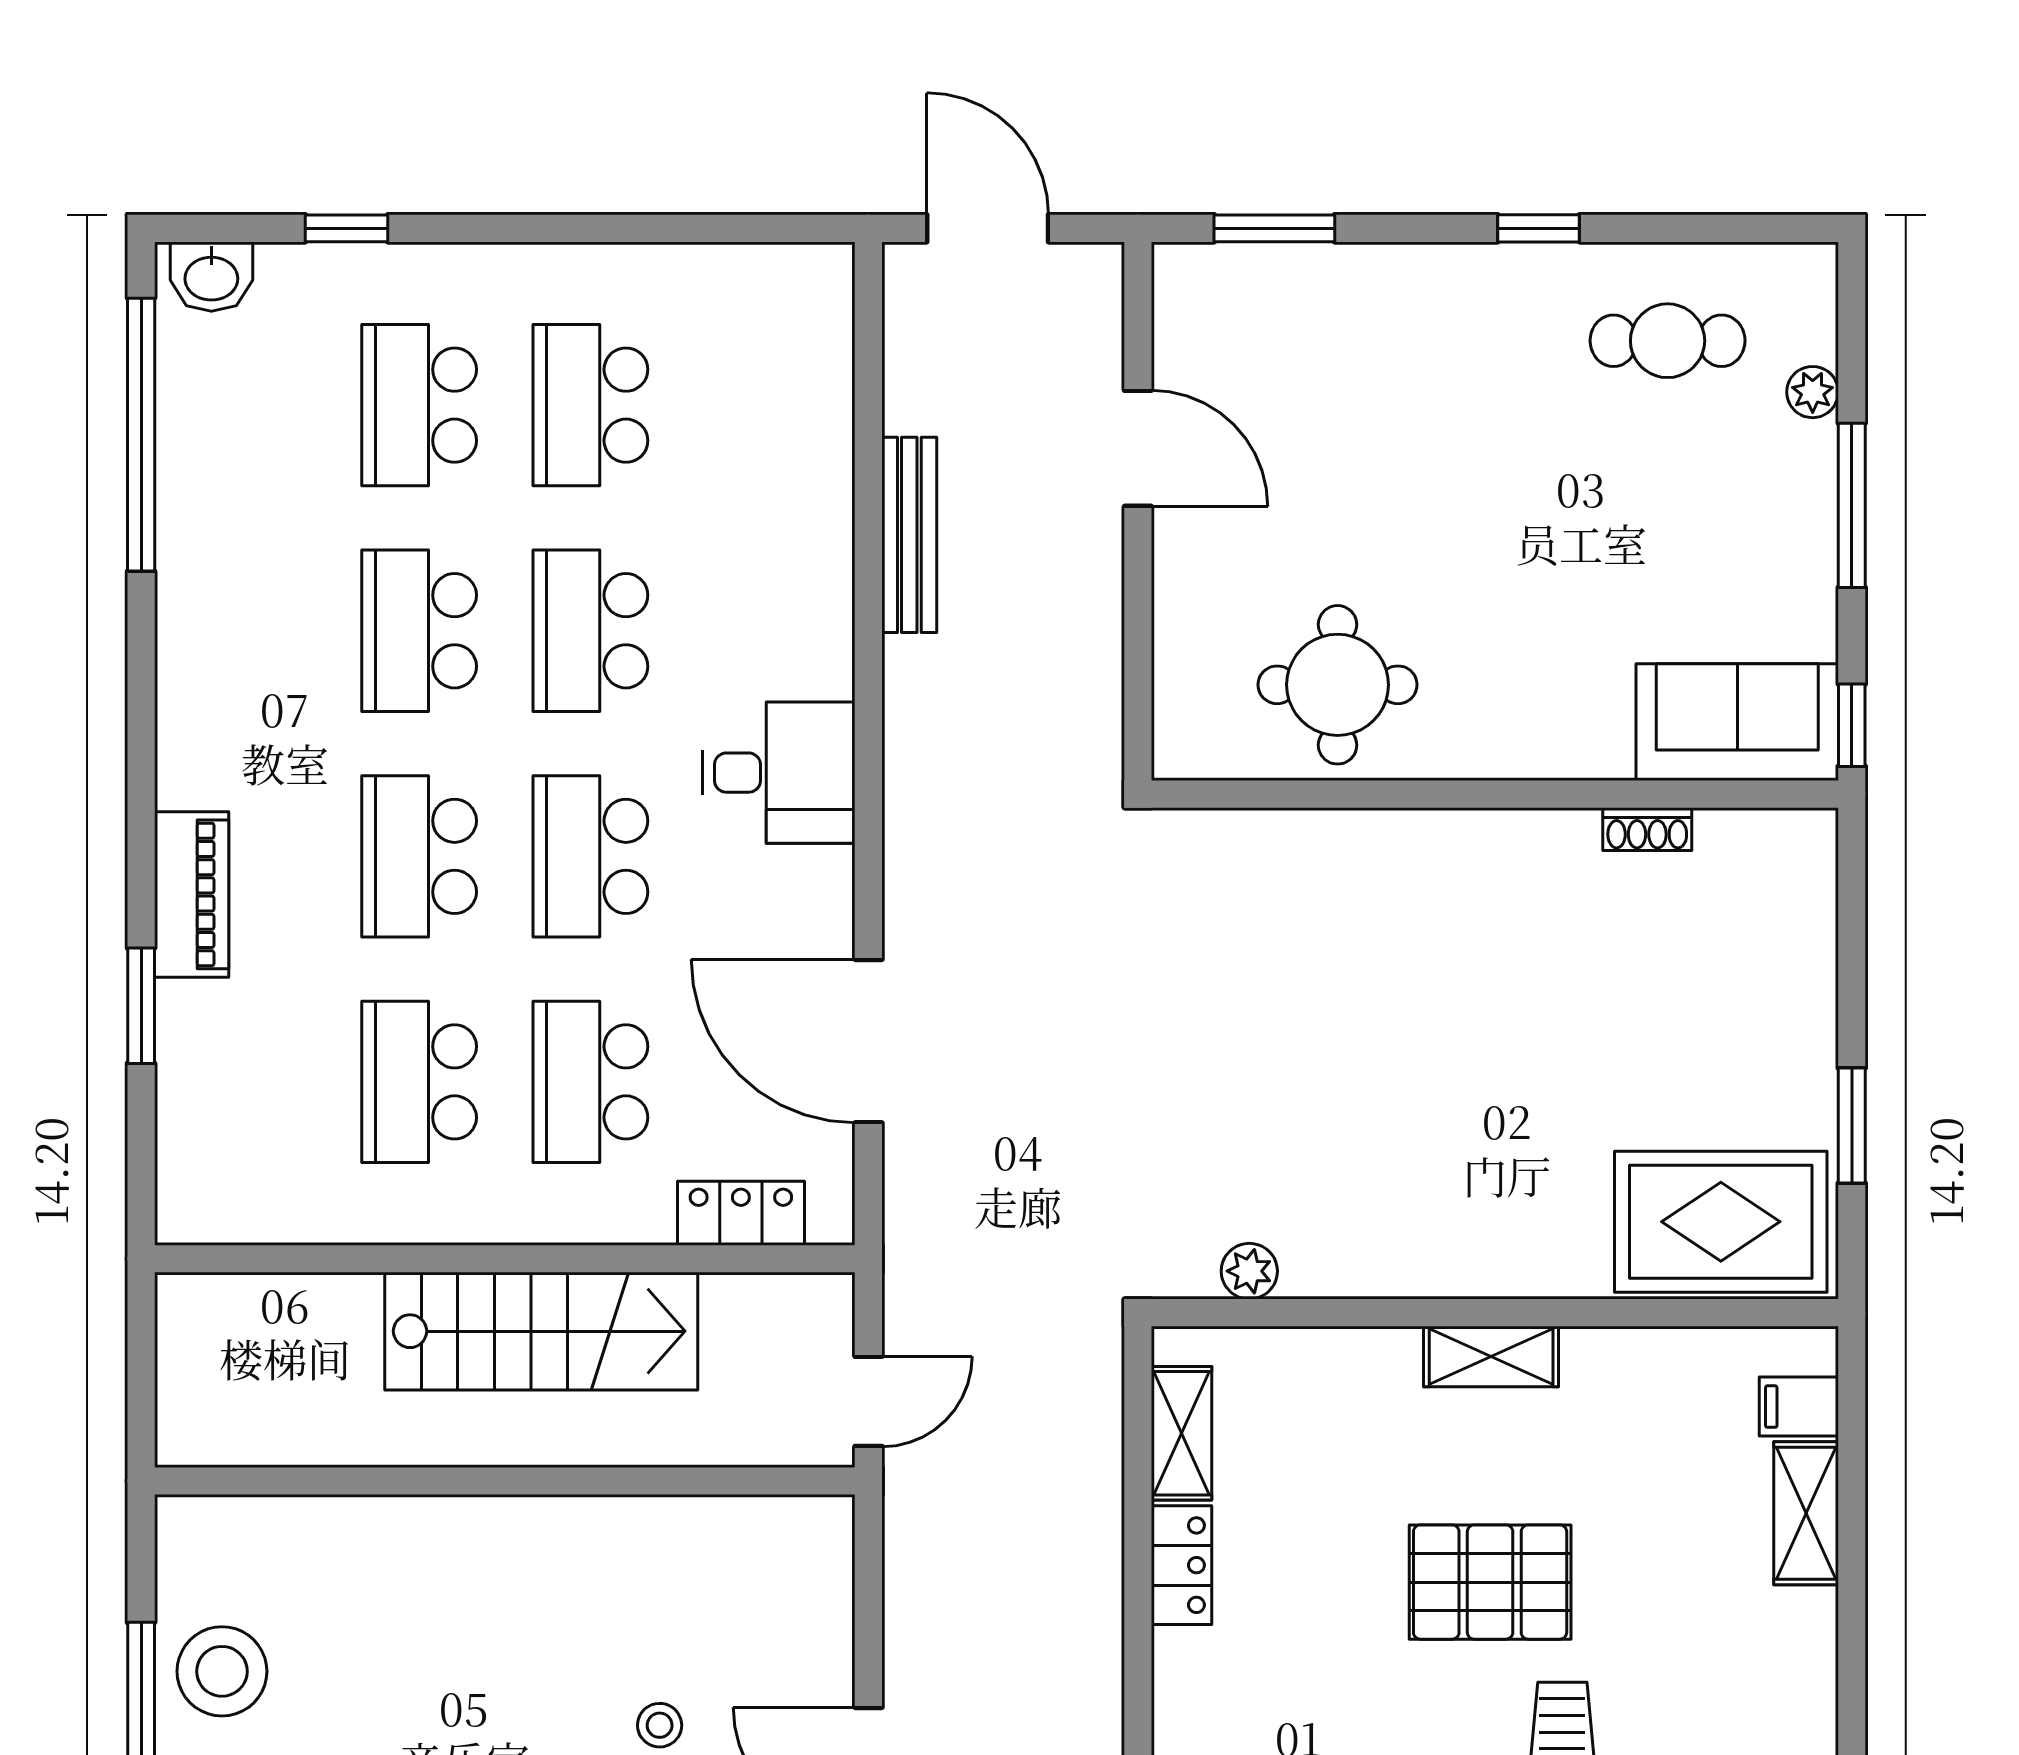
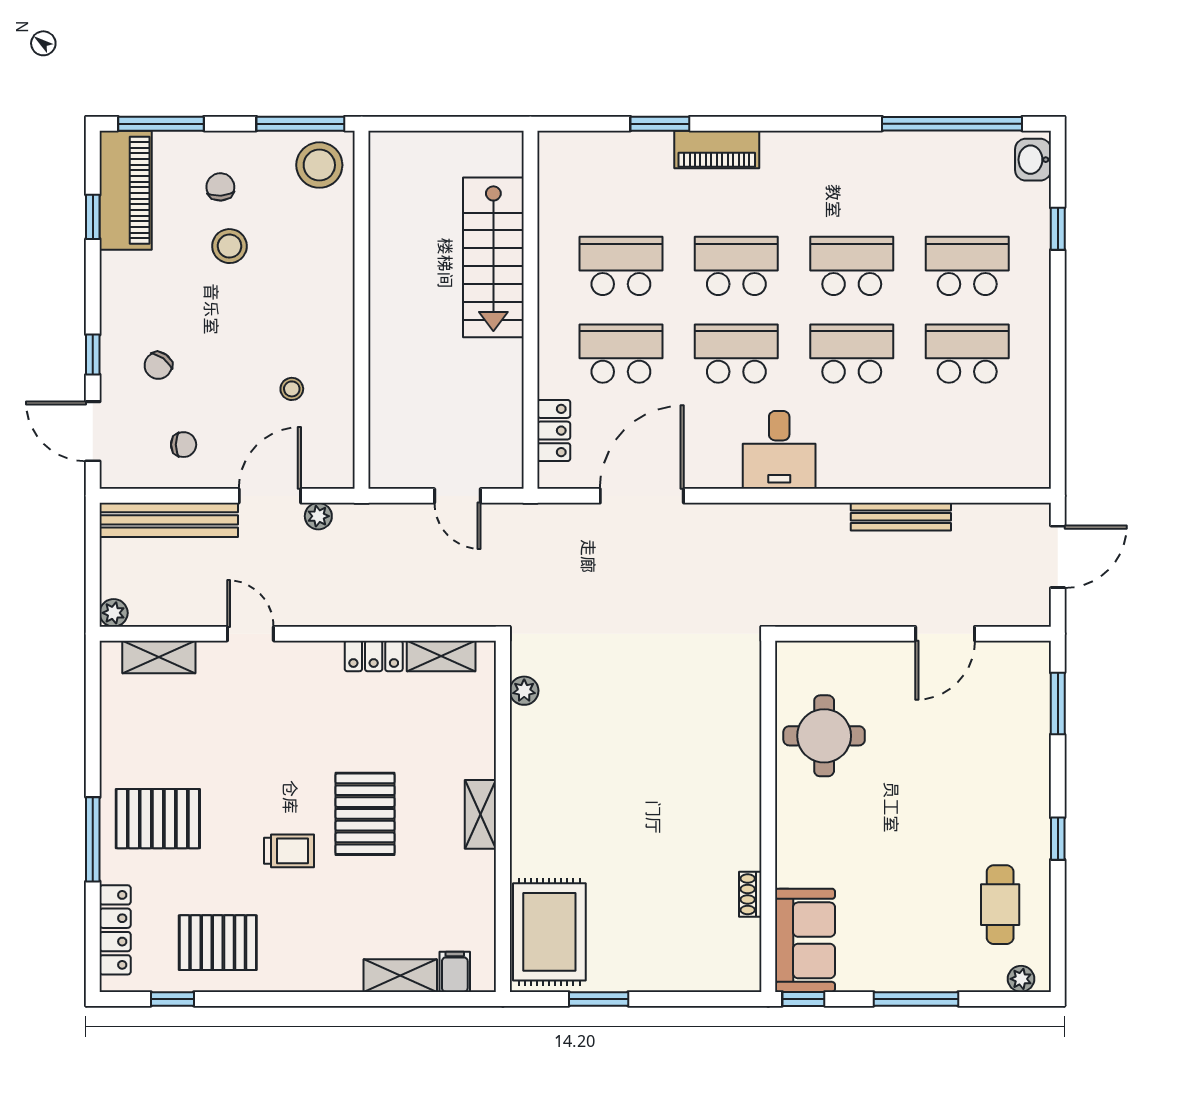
plant: (1813, 392) -> (1021, 979), moved
stairs: (541, 1331) -> (493, 257), moved
wall: (505, 1481) -> (362, 310), moved
plant: (908, 1673) -> (318, 516), added

